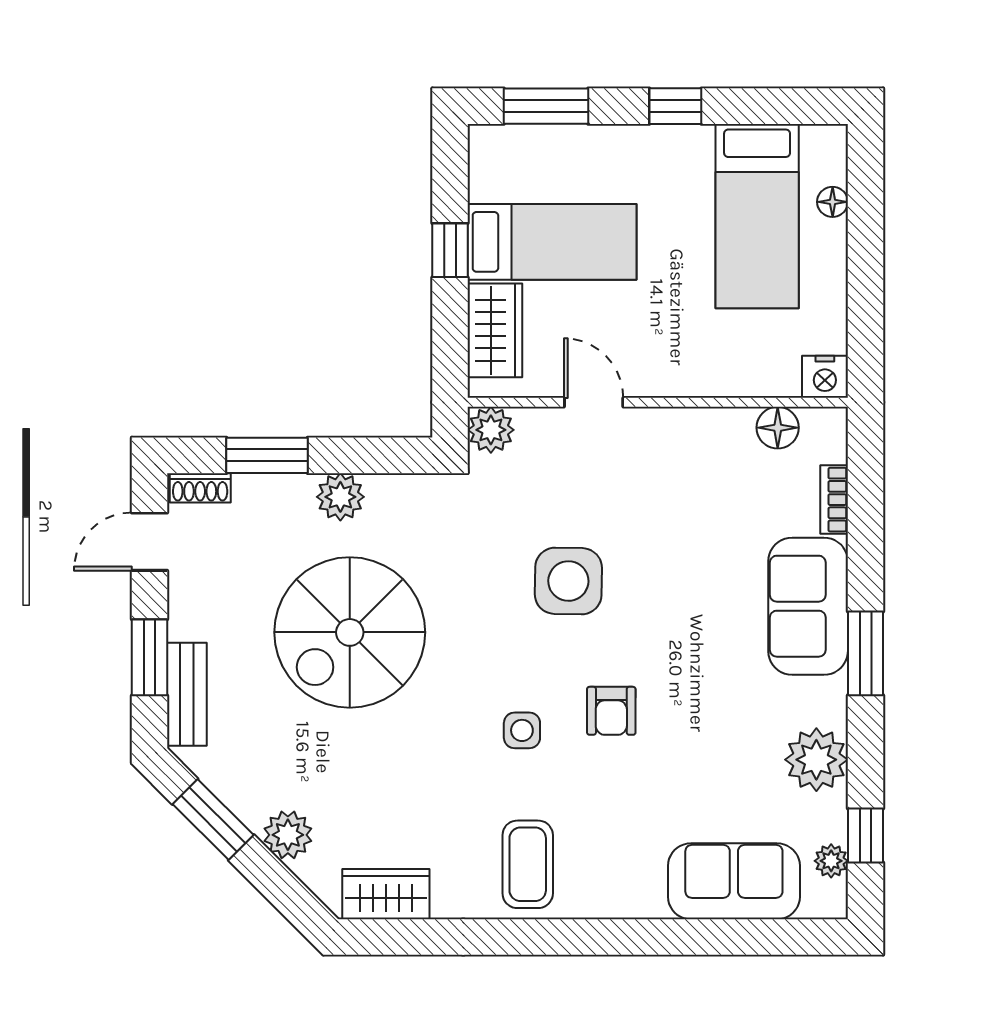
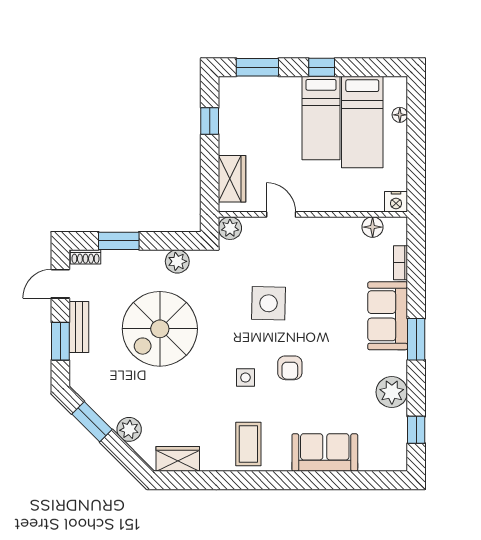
bed: (552, 242) -> (321, 118), moved, turned 90
window: (450, 250) -> (210, 121), moved
plant: (340, 497) -> (177, 261), moved
bench: (187, 694) -> (79, 327), moved
plant: (831, 861) -> (399, 442), removed
sofa: (734, 881) -> (325, 452), moved

